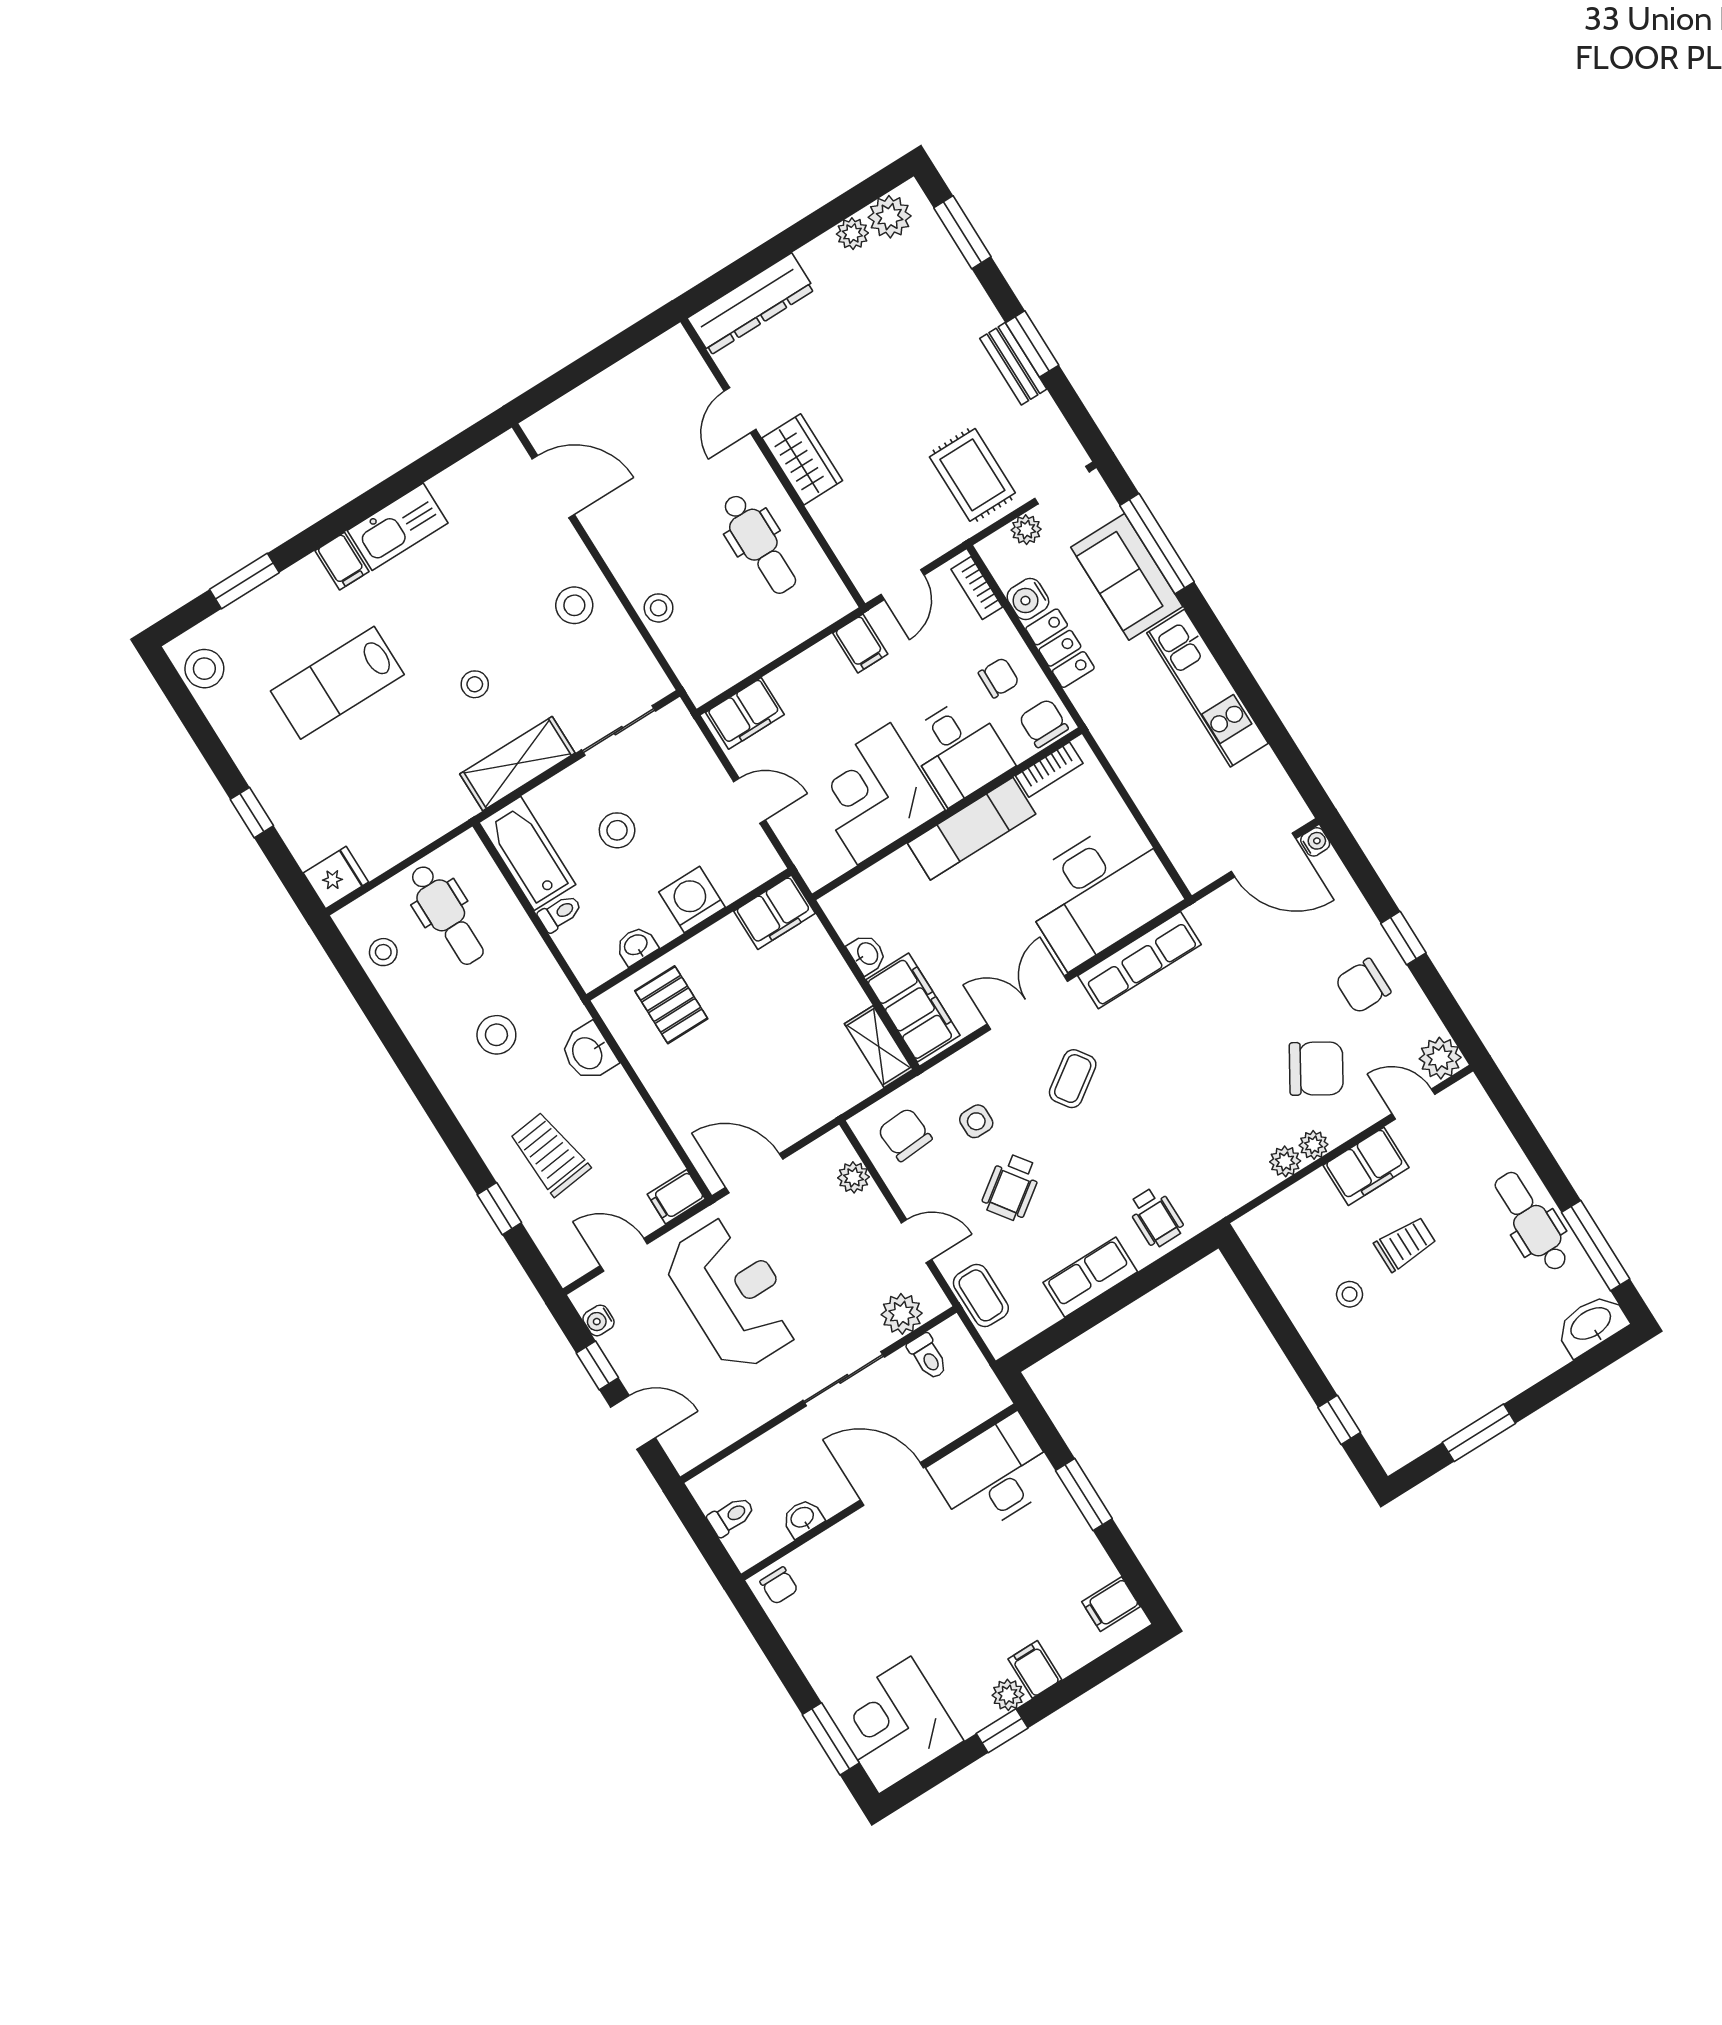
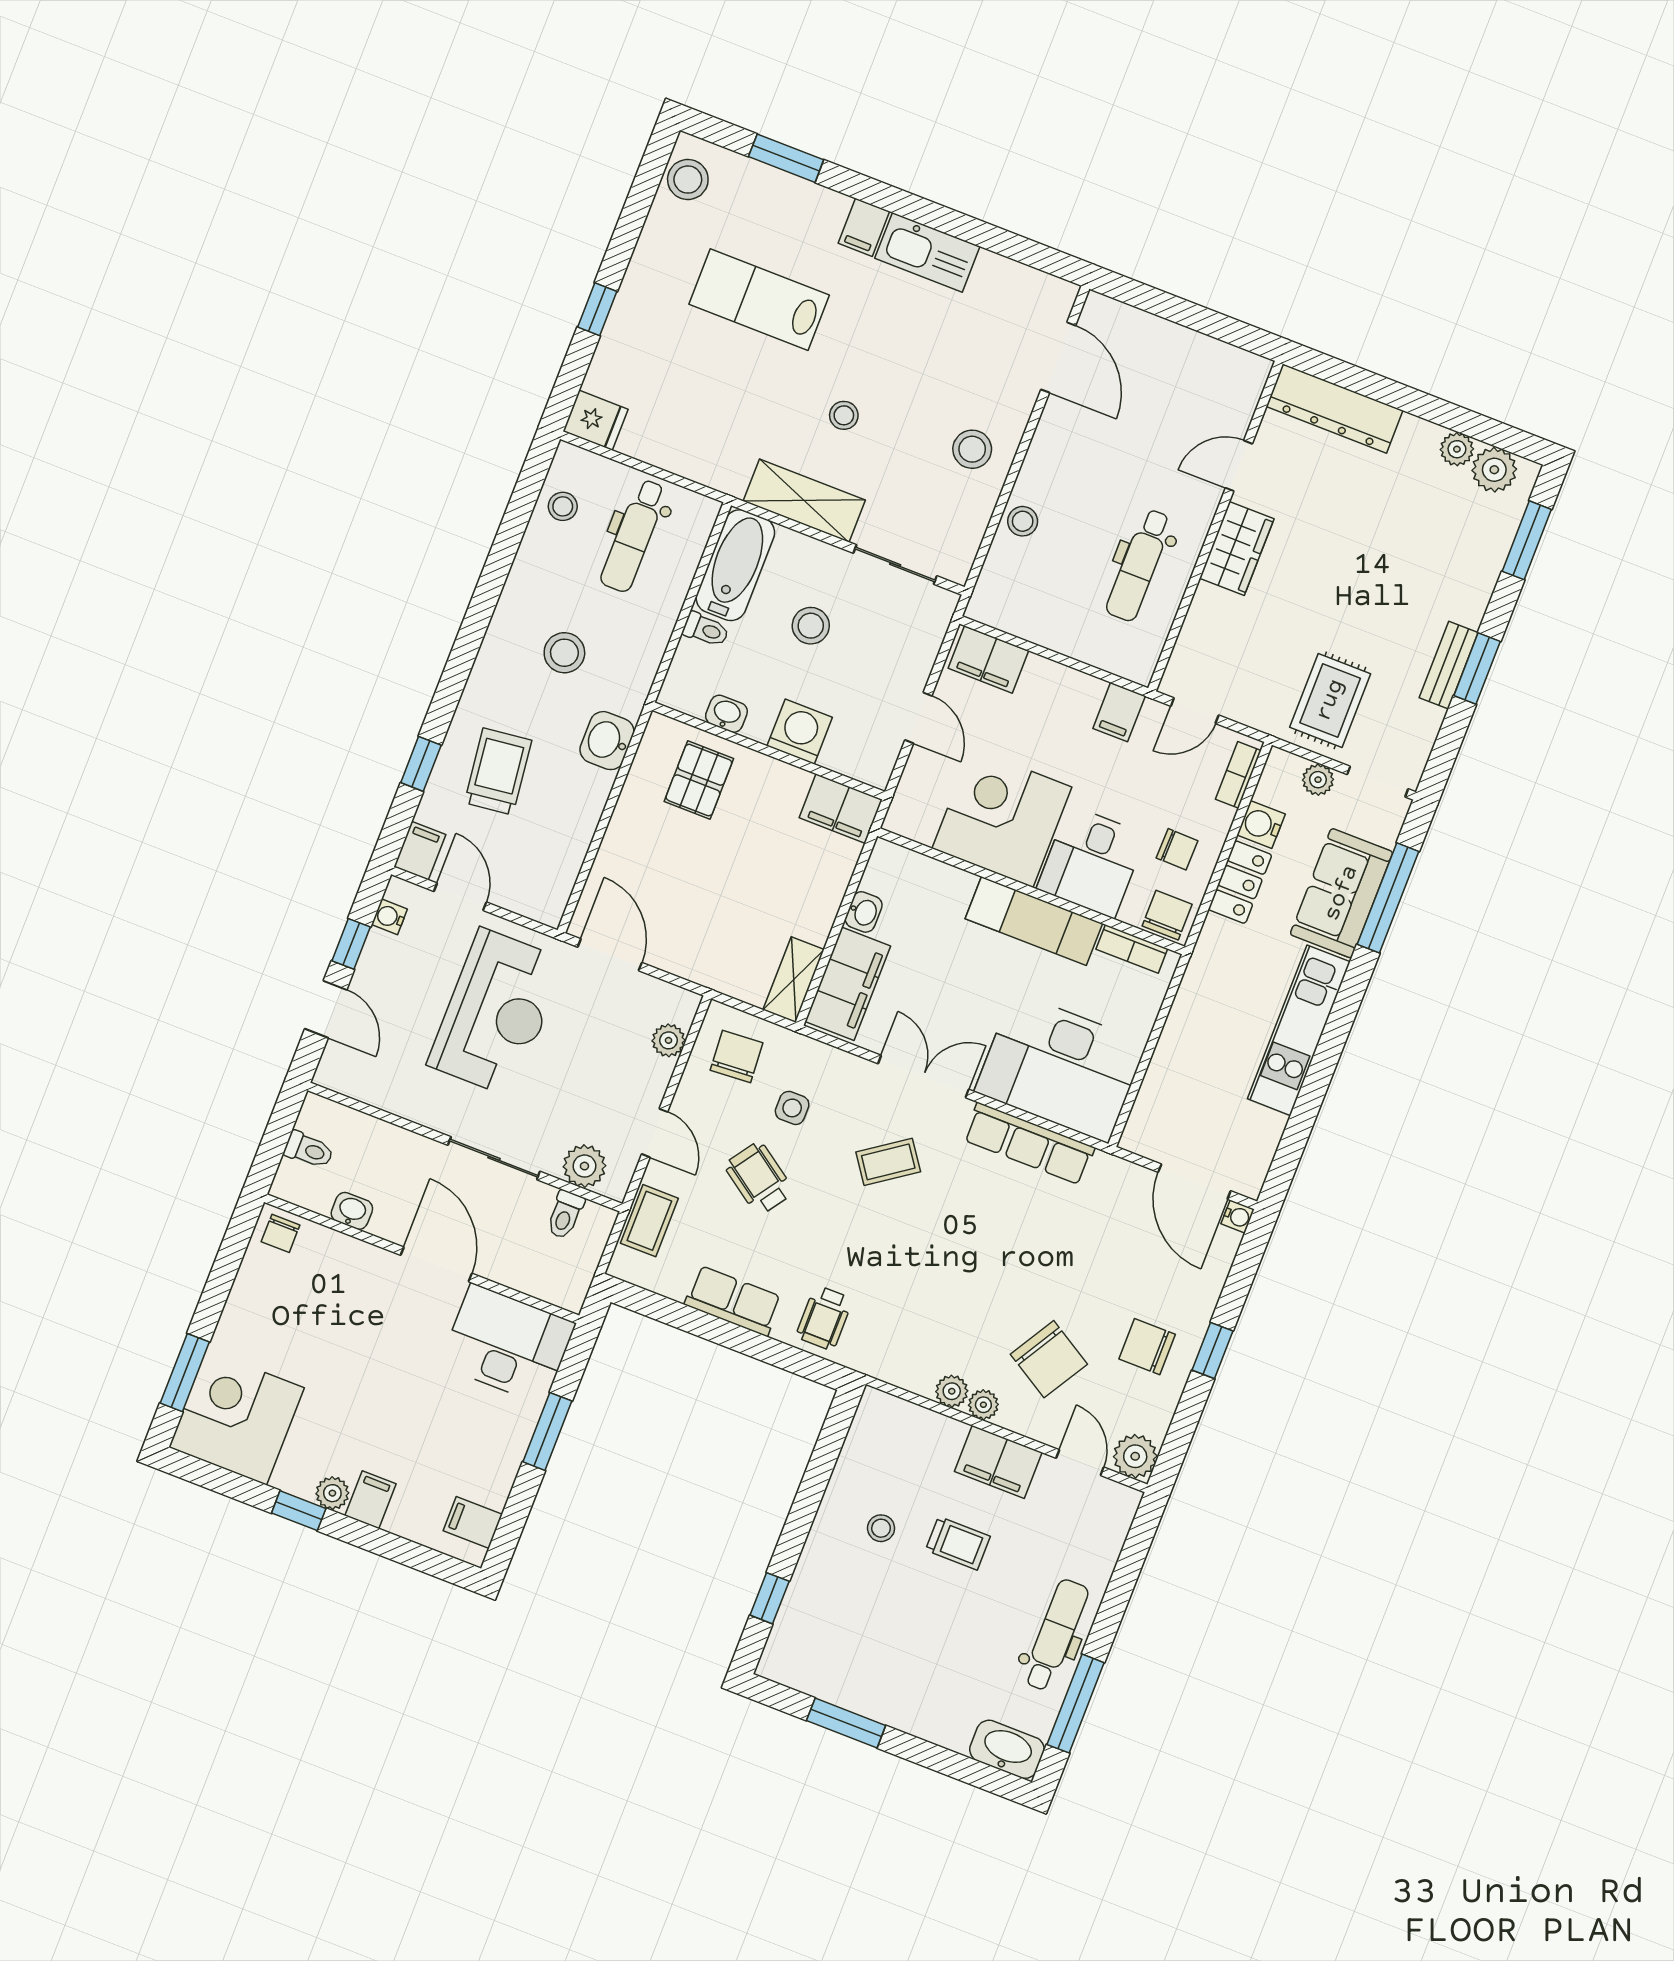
wheelchair: (1011, 1187) -> (759, 1178), turned 71
filing cabinet: (676, 1197) -> (420, 851), moved, turned 90

